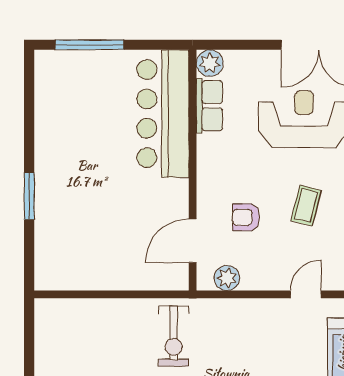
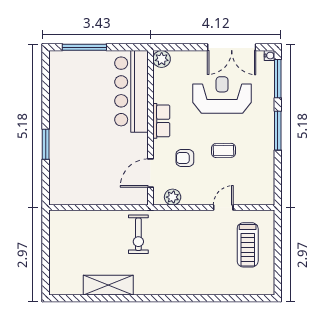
row of seats: (209, 106) -> (161, 121), moved
coffee table: (306, 206) -> (223, 150), turned 75

